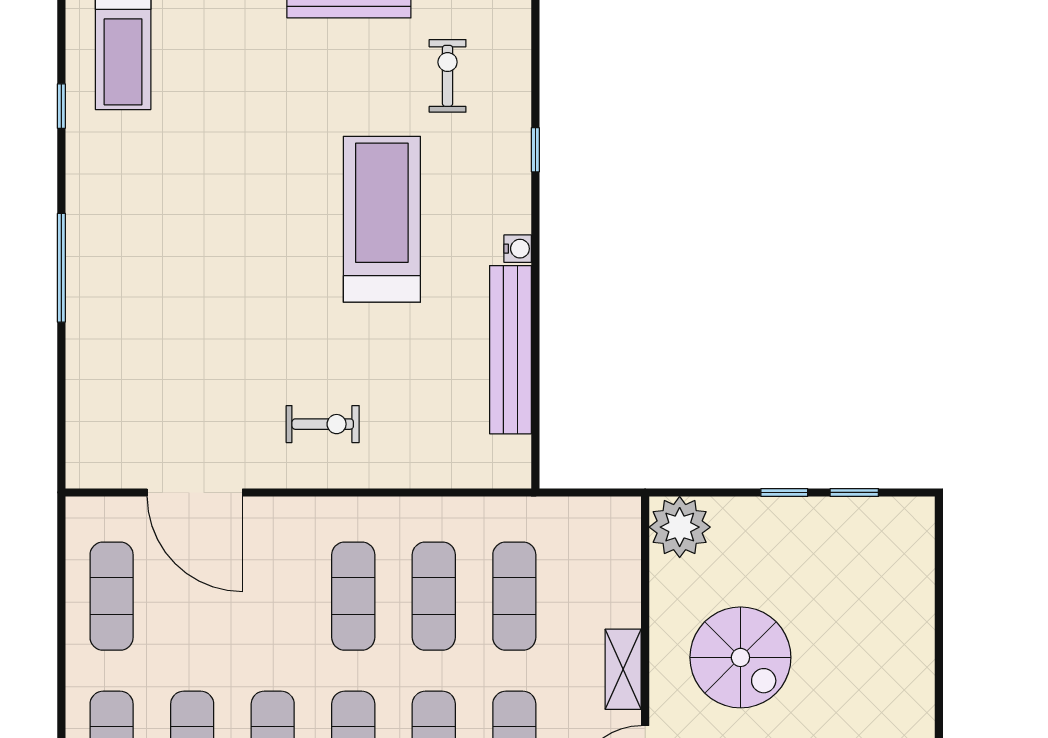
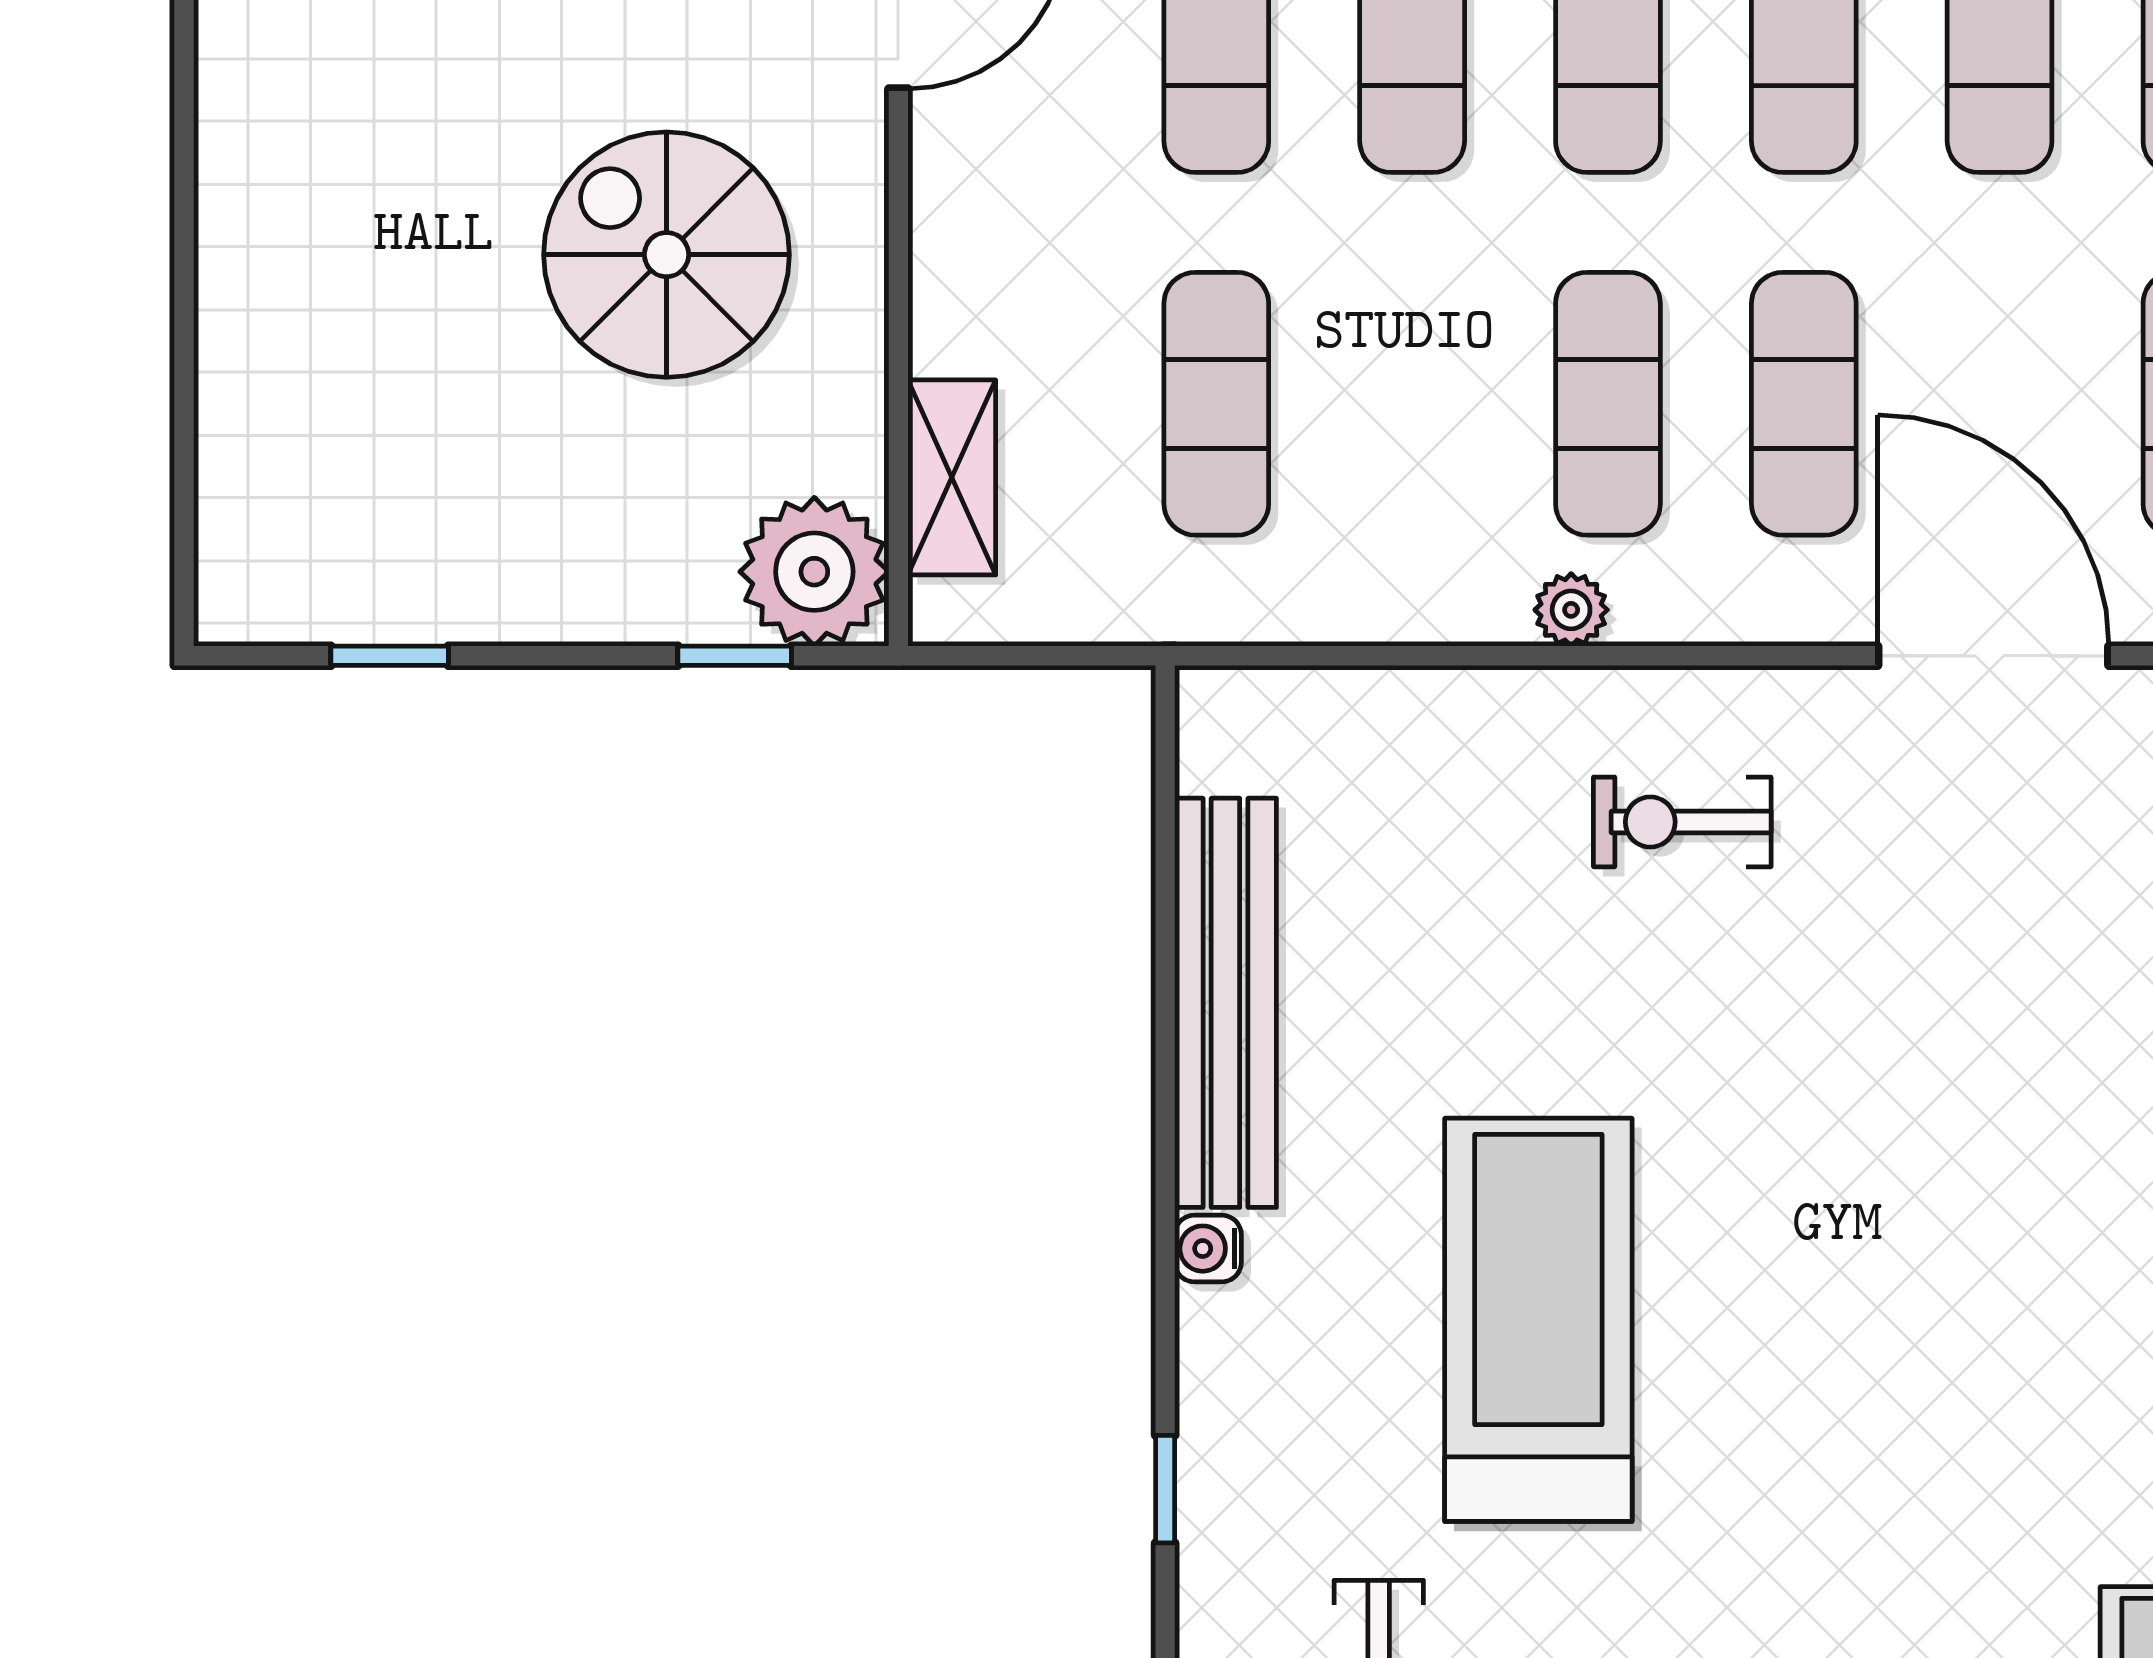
treadmill: (382, 219) -> (1538, 1320), turned 180
window: (784, 492) -> (735, 656), moved
plant: (368, 511) -> (1571, 610), added
exercise mat: (434, 596) -> (1804, 404), moved
shelving: (623, 669) -> (952, 477), moved

